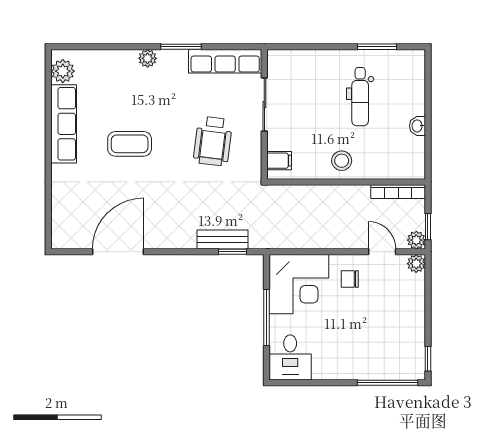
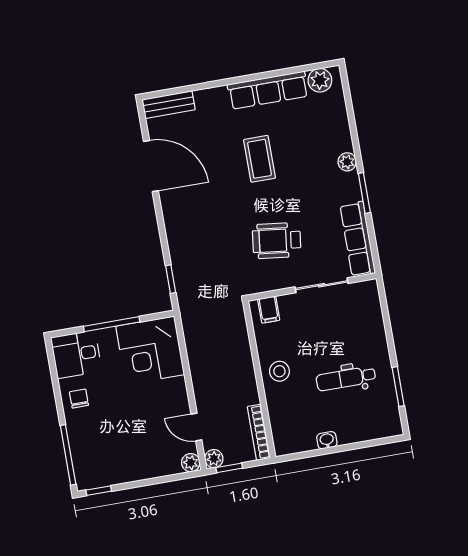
bench: (223, 240) -> (169, 105), moved, turned 90
door: (382, 252) -> (196, 427), swing flipped
chair: (350, 279) -> (79, 399), moved

